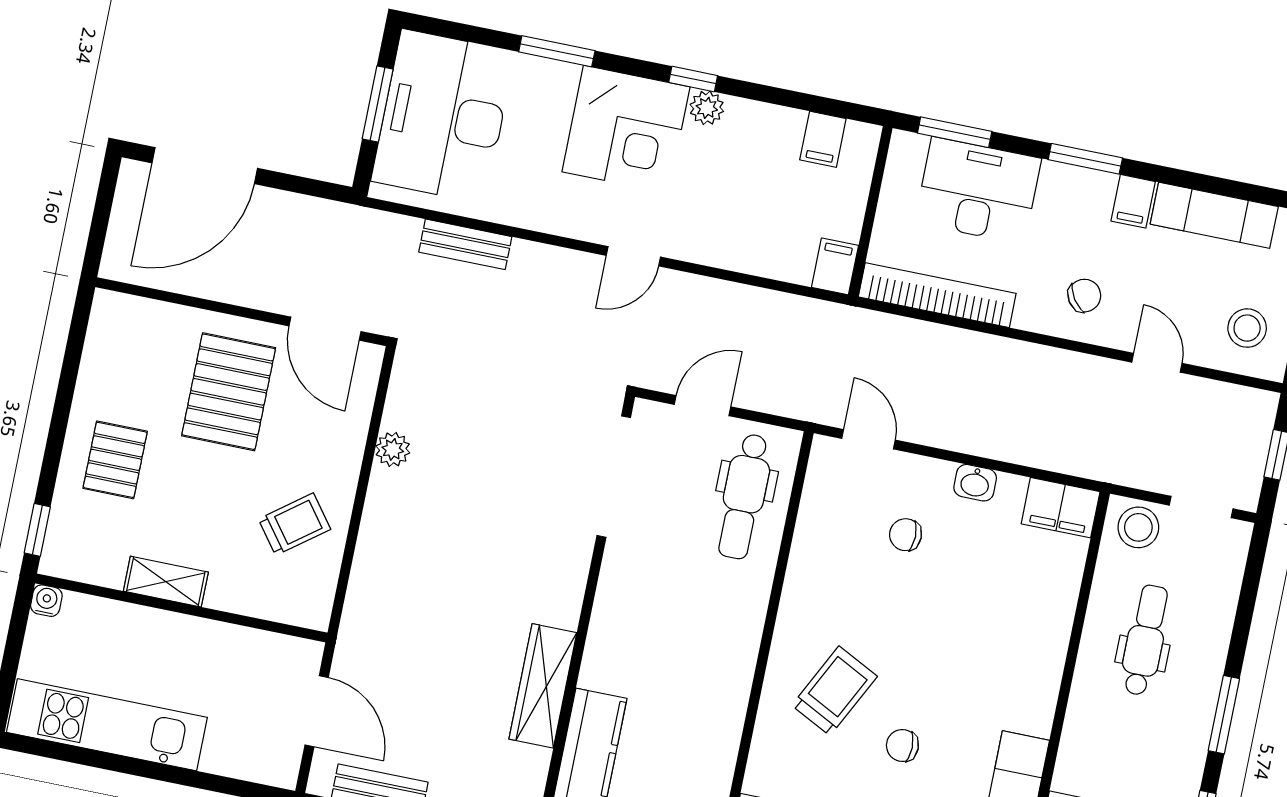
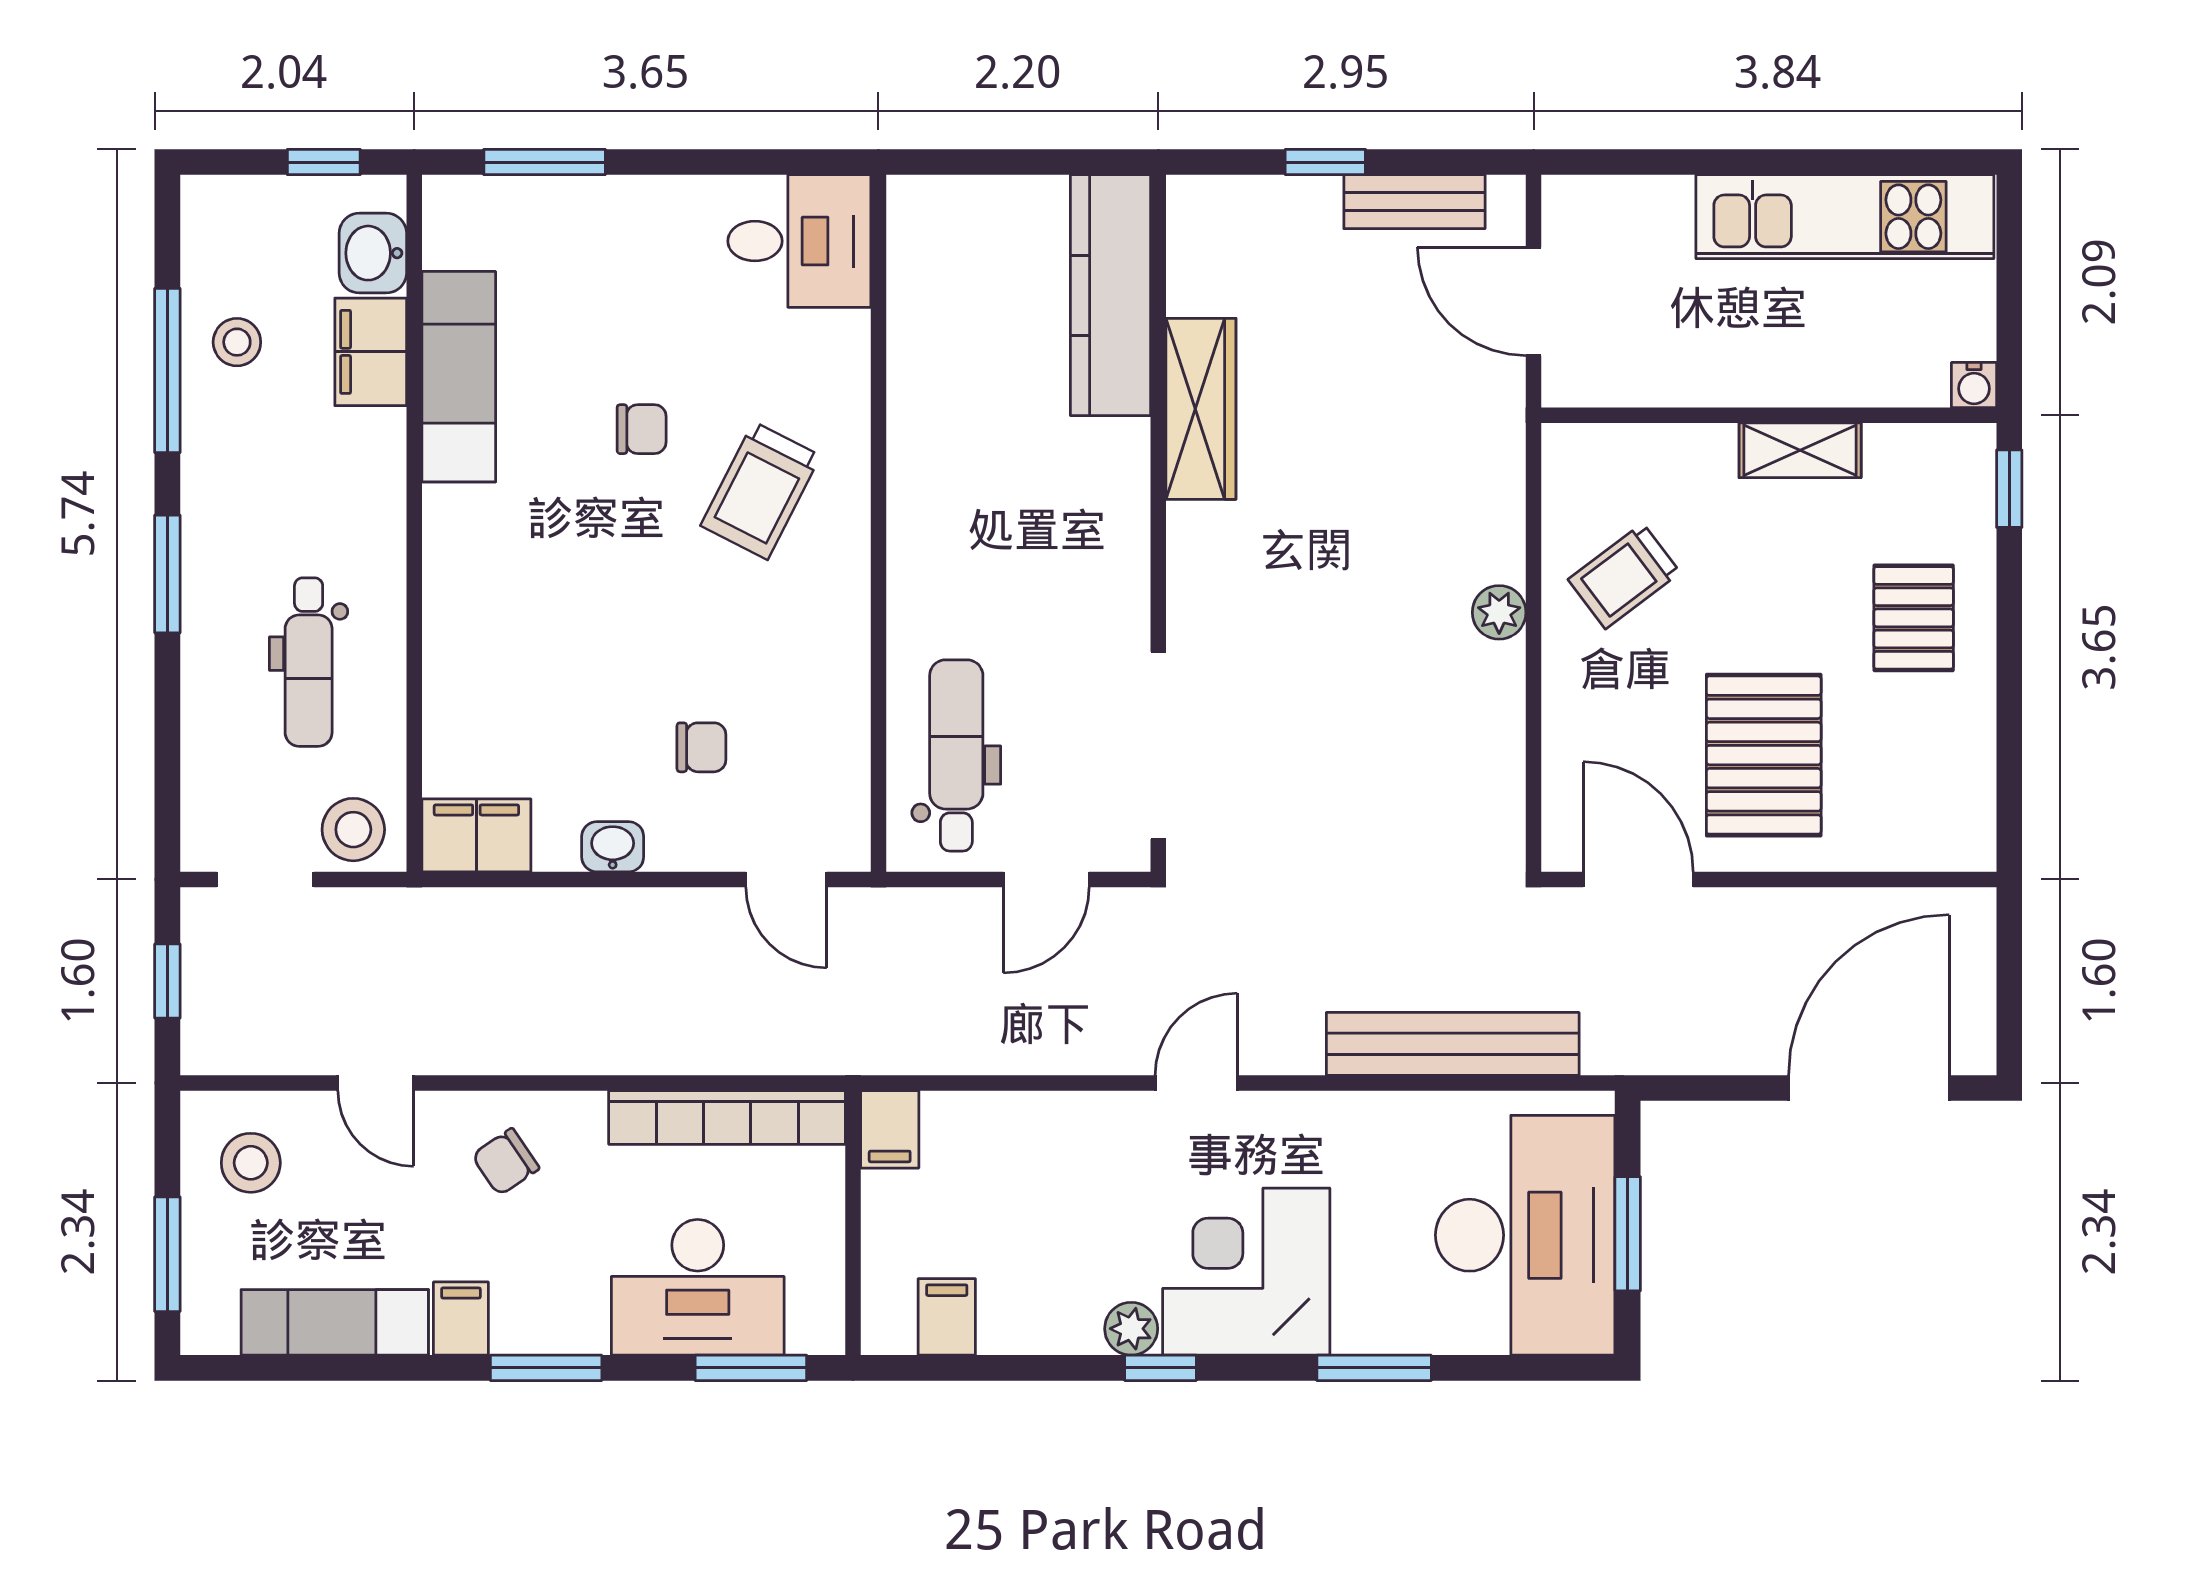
bench: (465, 244) -> (1453, 1044), width x1.86, depth x1.21
plant: (393, 449) -> (1499, 612), moved

